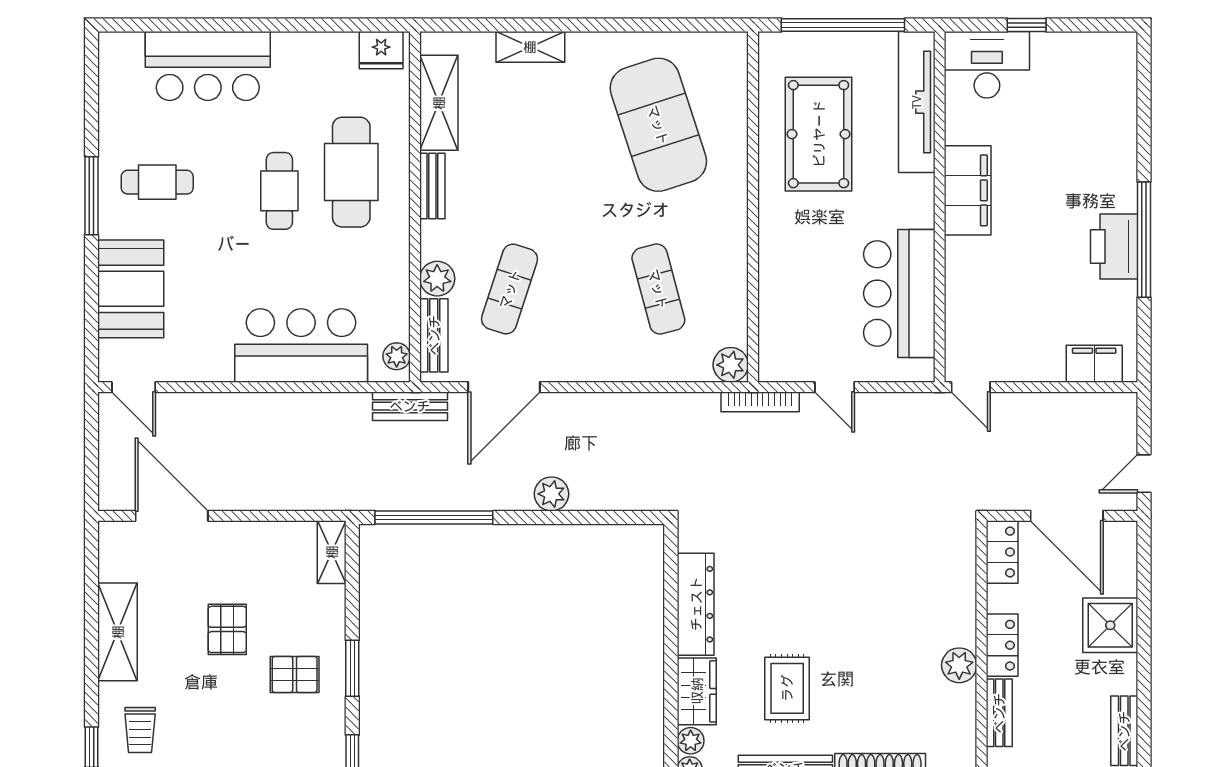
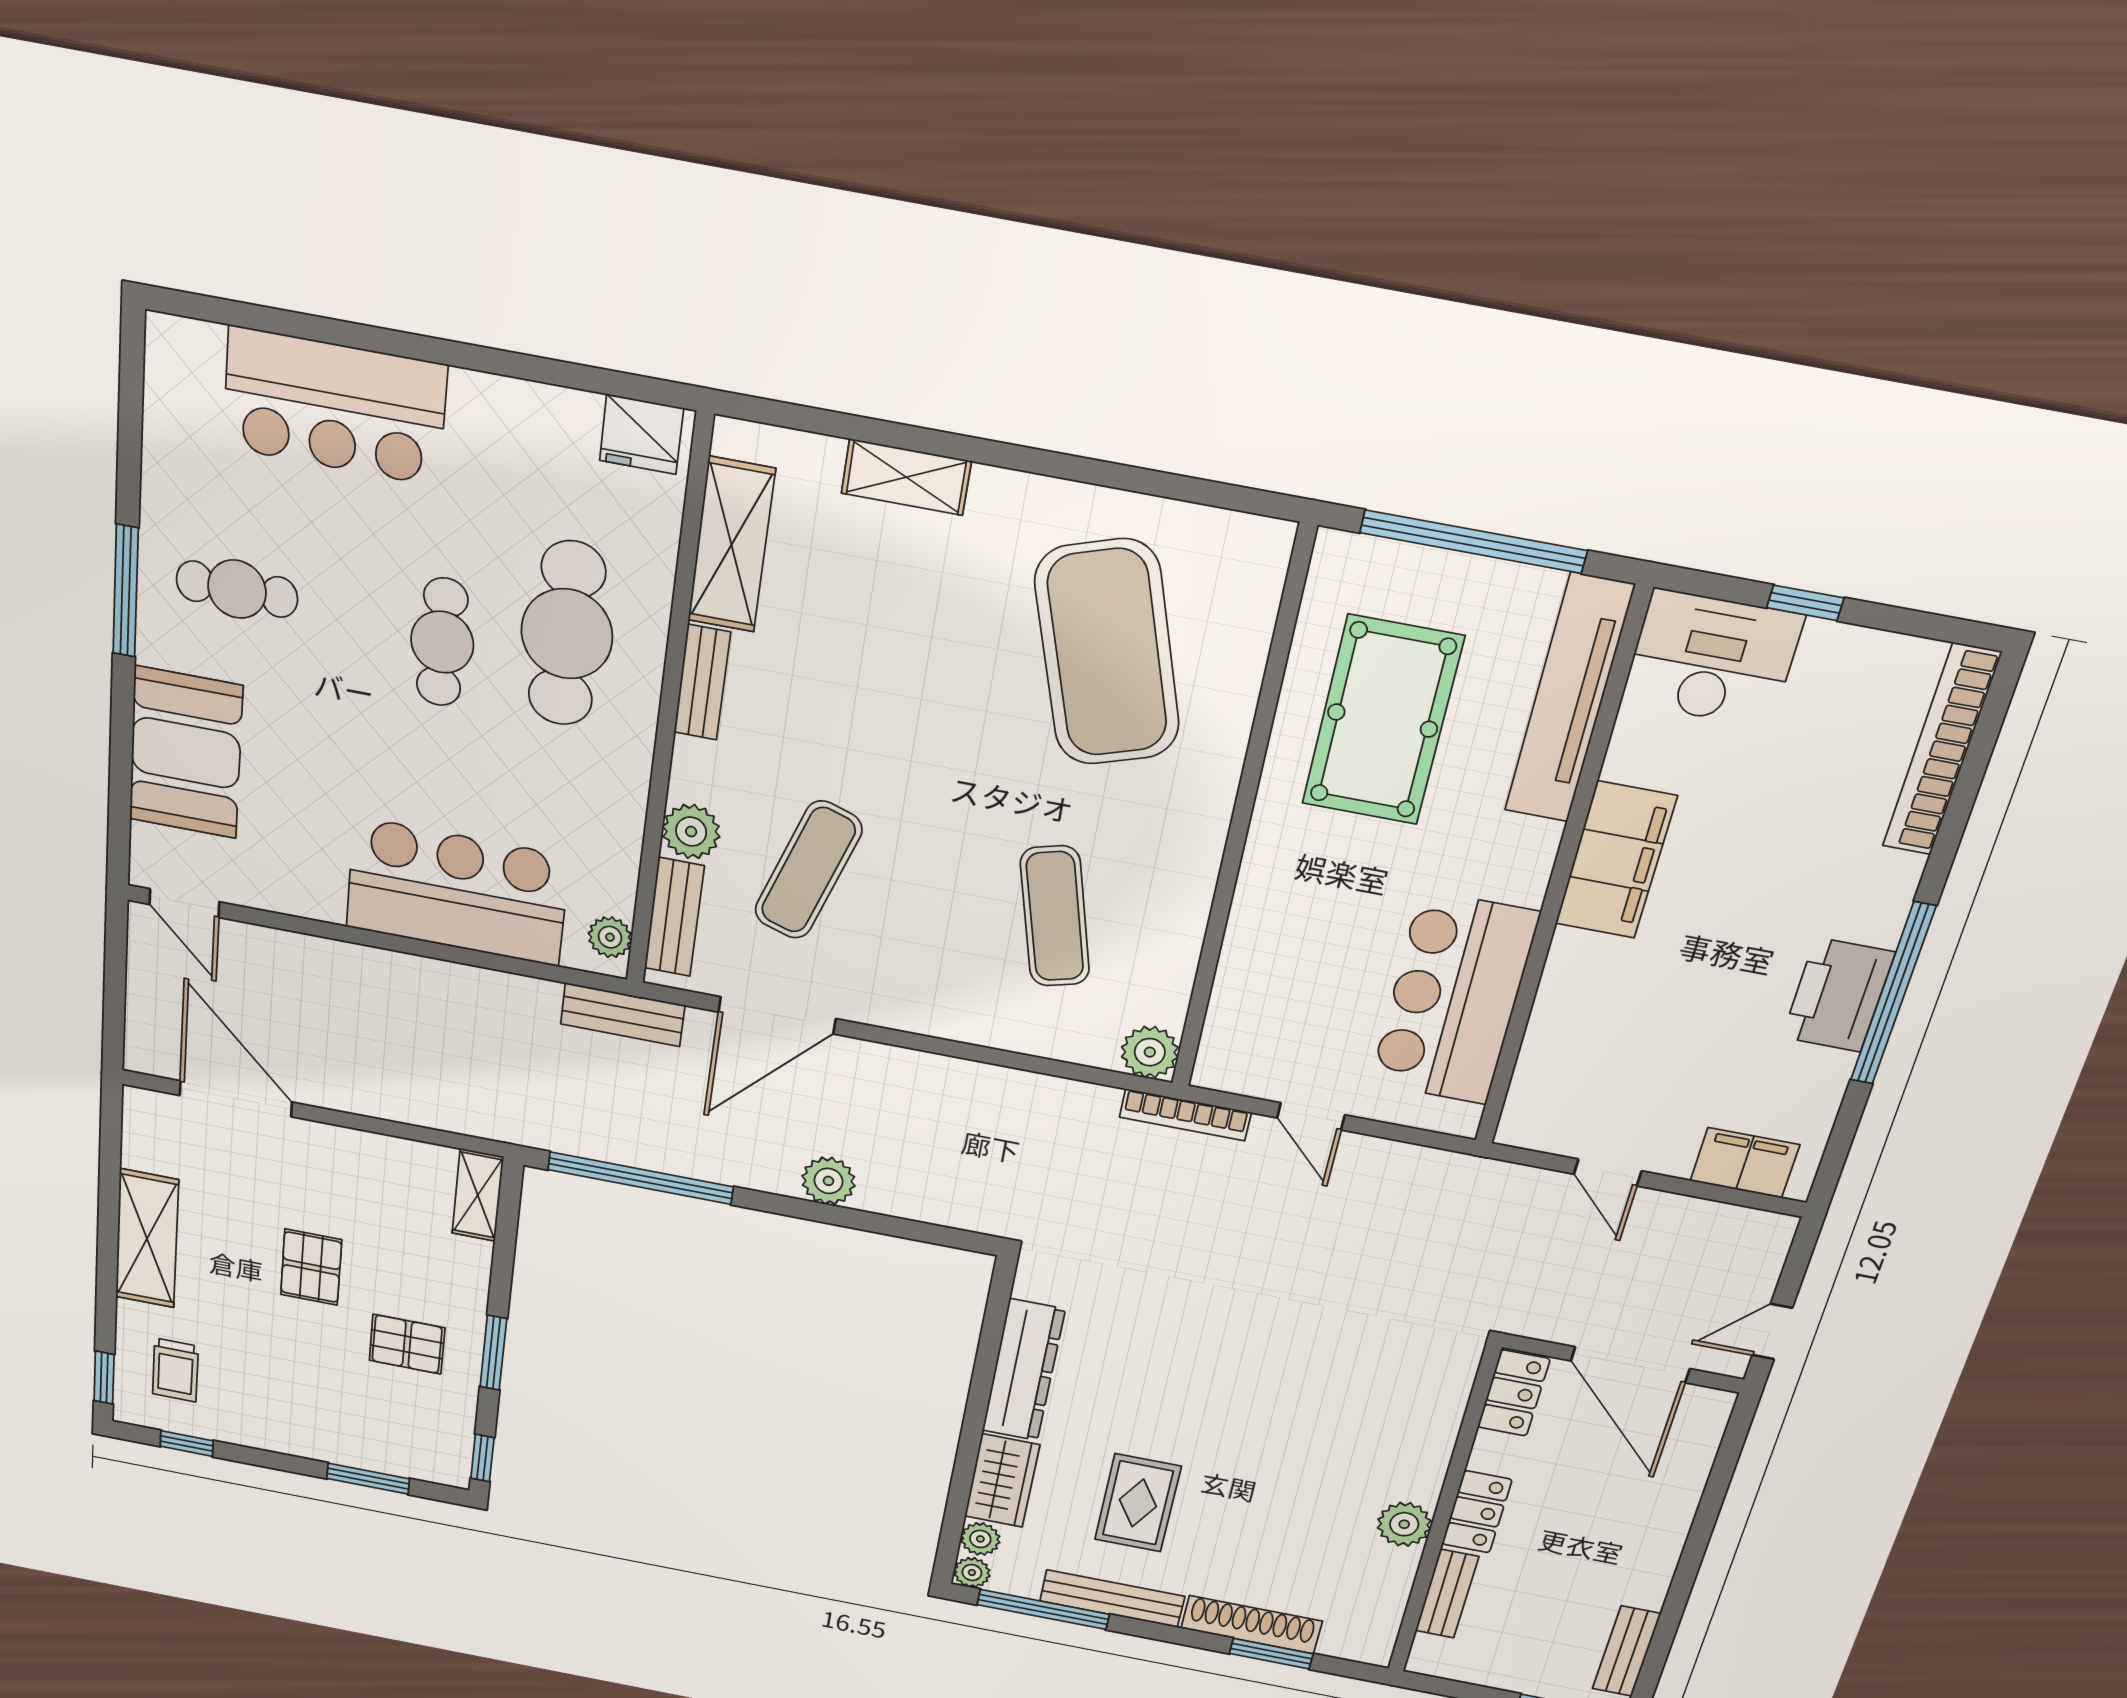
bookcase: (1124, 92) -> (1942, 750), added
door: (971, 387) -> (1608, 1173), moved
shower: (1110, 625) -> (1650, 1519), removed

